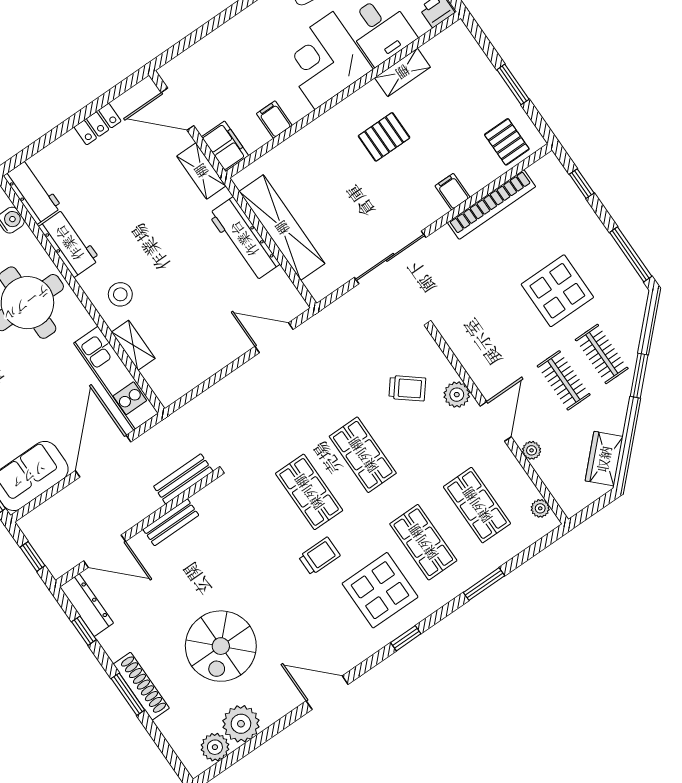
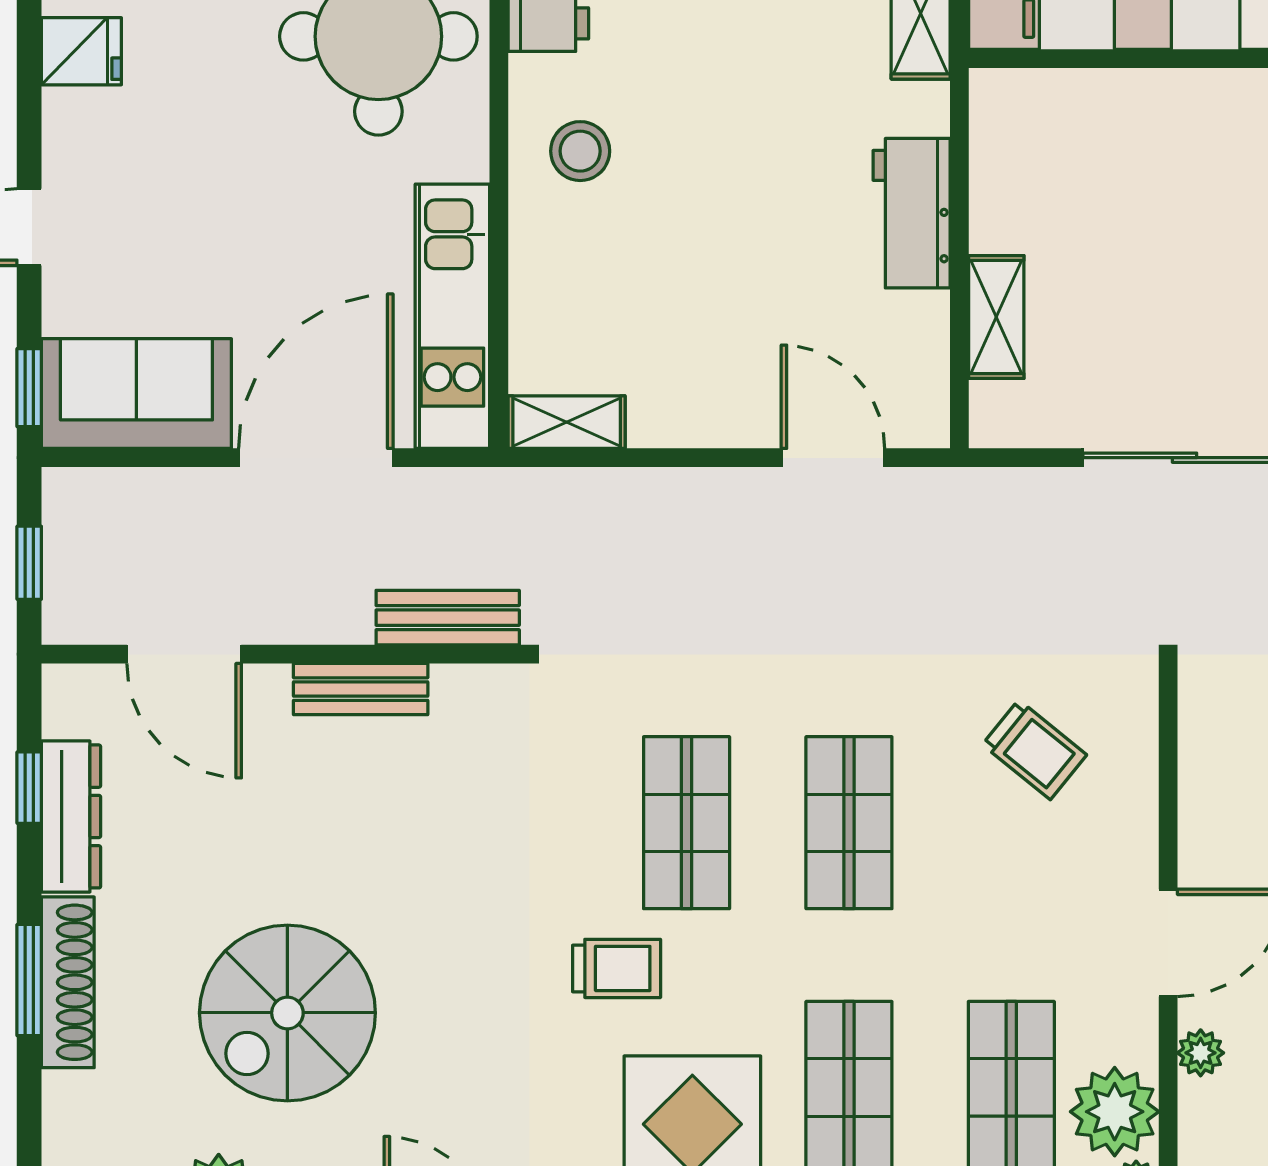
shelving: (282, 228) -> (996, 317), width x0.45, depth x0.75
workbench: (244, 239) -> (912, 213), width x0.73
shelving: (133, 345) -> (567, 422), moved, turned 90
plant: (457, 395) -> (1115, 1112), moved, width x1.36, depth x1.36
dresser: (87, 605) -> (71, 816), moved

